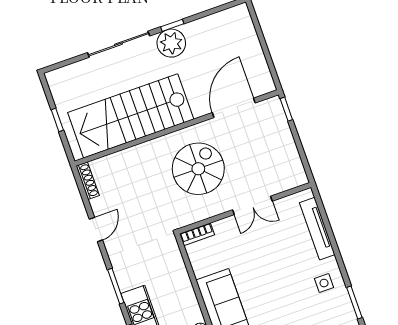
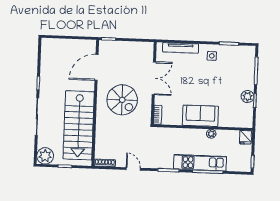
plant: (171, 43) -> (45, 156), moved
door: (234, 108) -> (97, 67), hinge flipped
spiral stairs: (198, 169) -> (122, 100), turned 180
double door: (252, 205) -> (154, 78), width x1.37

